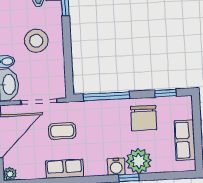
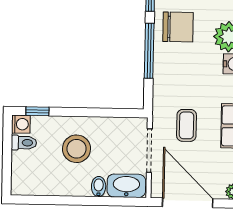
window: (106, 96) -> (149, 51), moved

